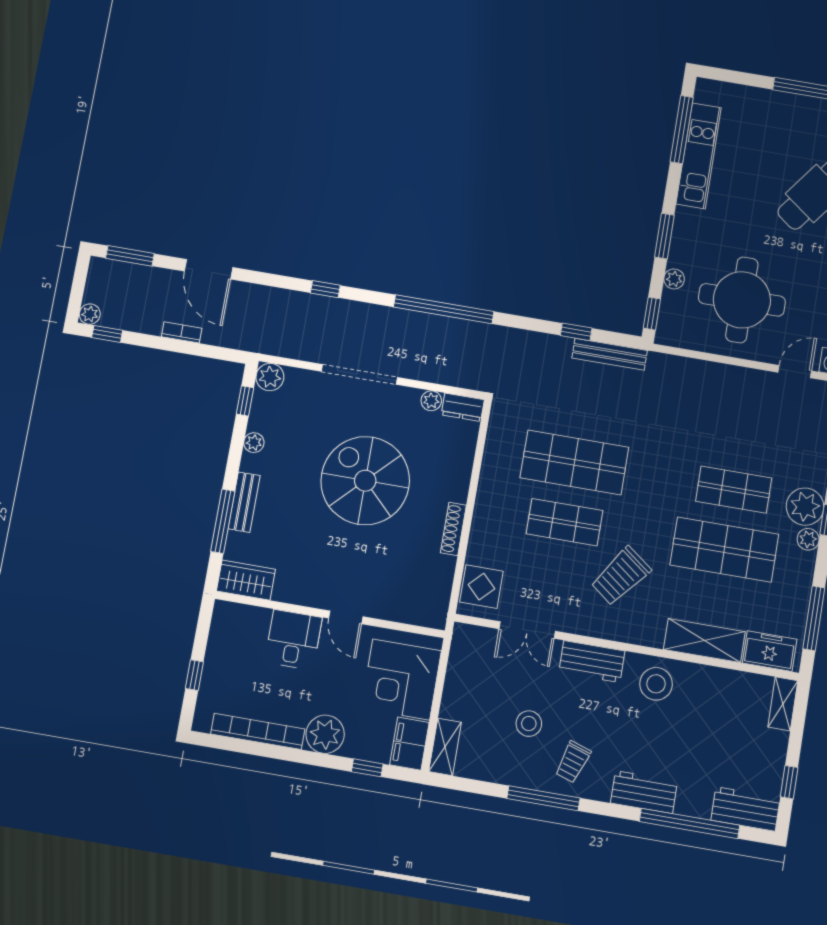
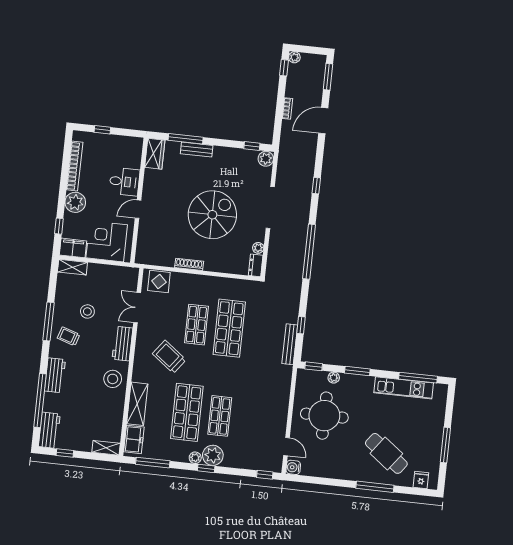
plant: (254, 443) -> (229, 153), removed

